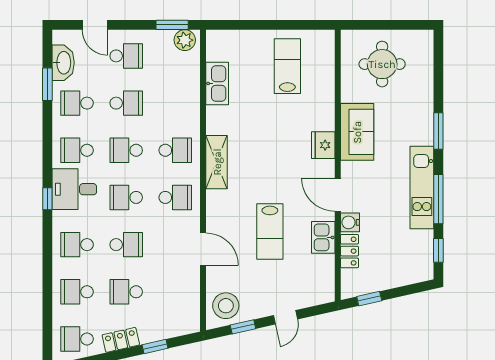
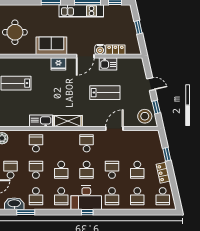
kitchen sink: (217, 84) -> (41, 121), moved
school desk: (175, 150) -> (36, 143), moved
desk: (74, 189) -> (86, 198), width x1.37
window: (369, 299) -> (138, 27), moved

